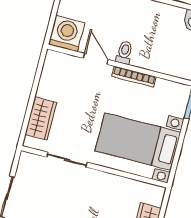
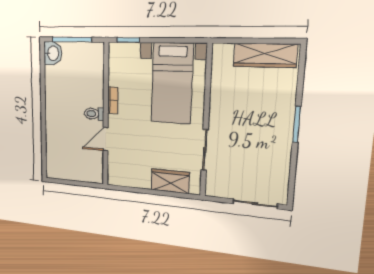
washing machine: (67, 34) -> (90, 169), removed
bookcase: (134, 77) -> (113, 100), width x0.64

